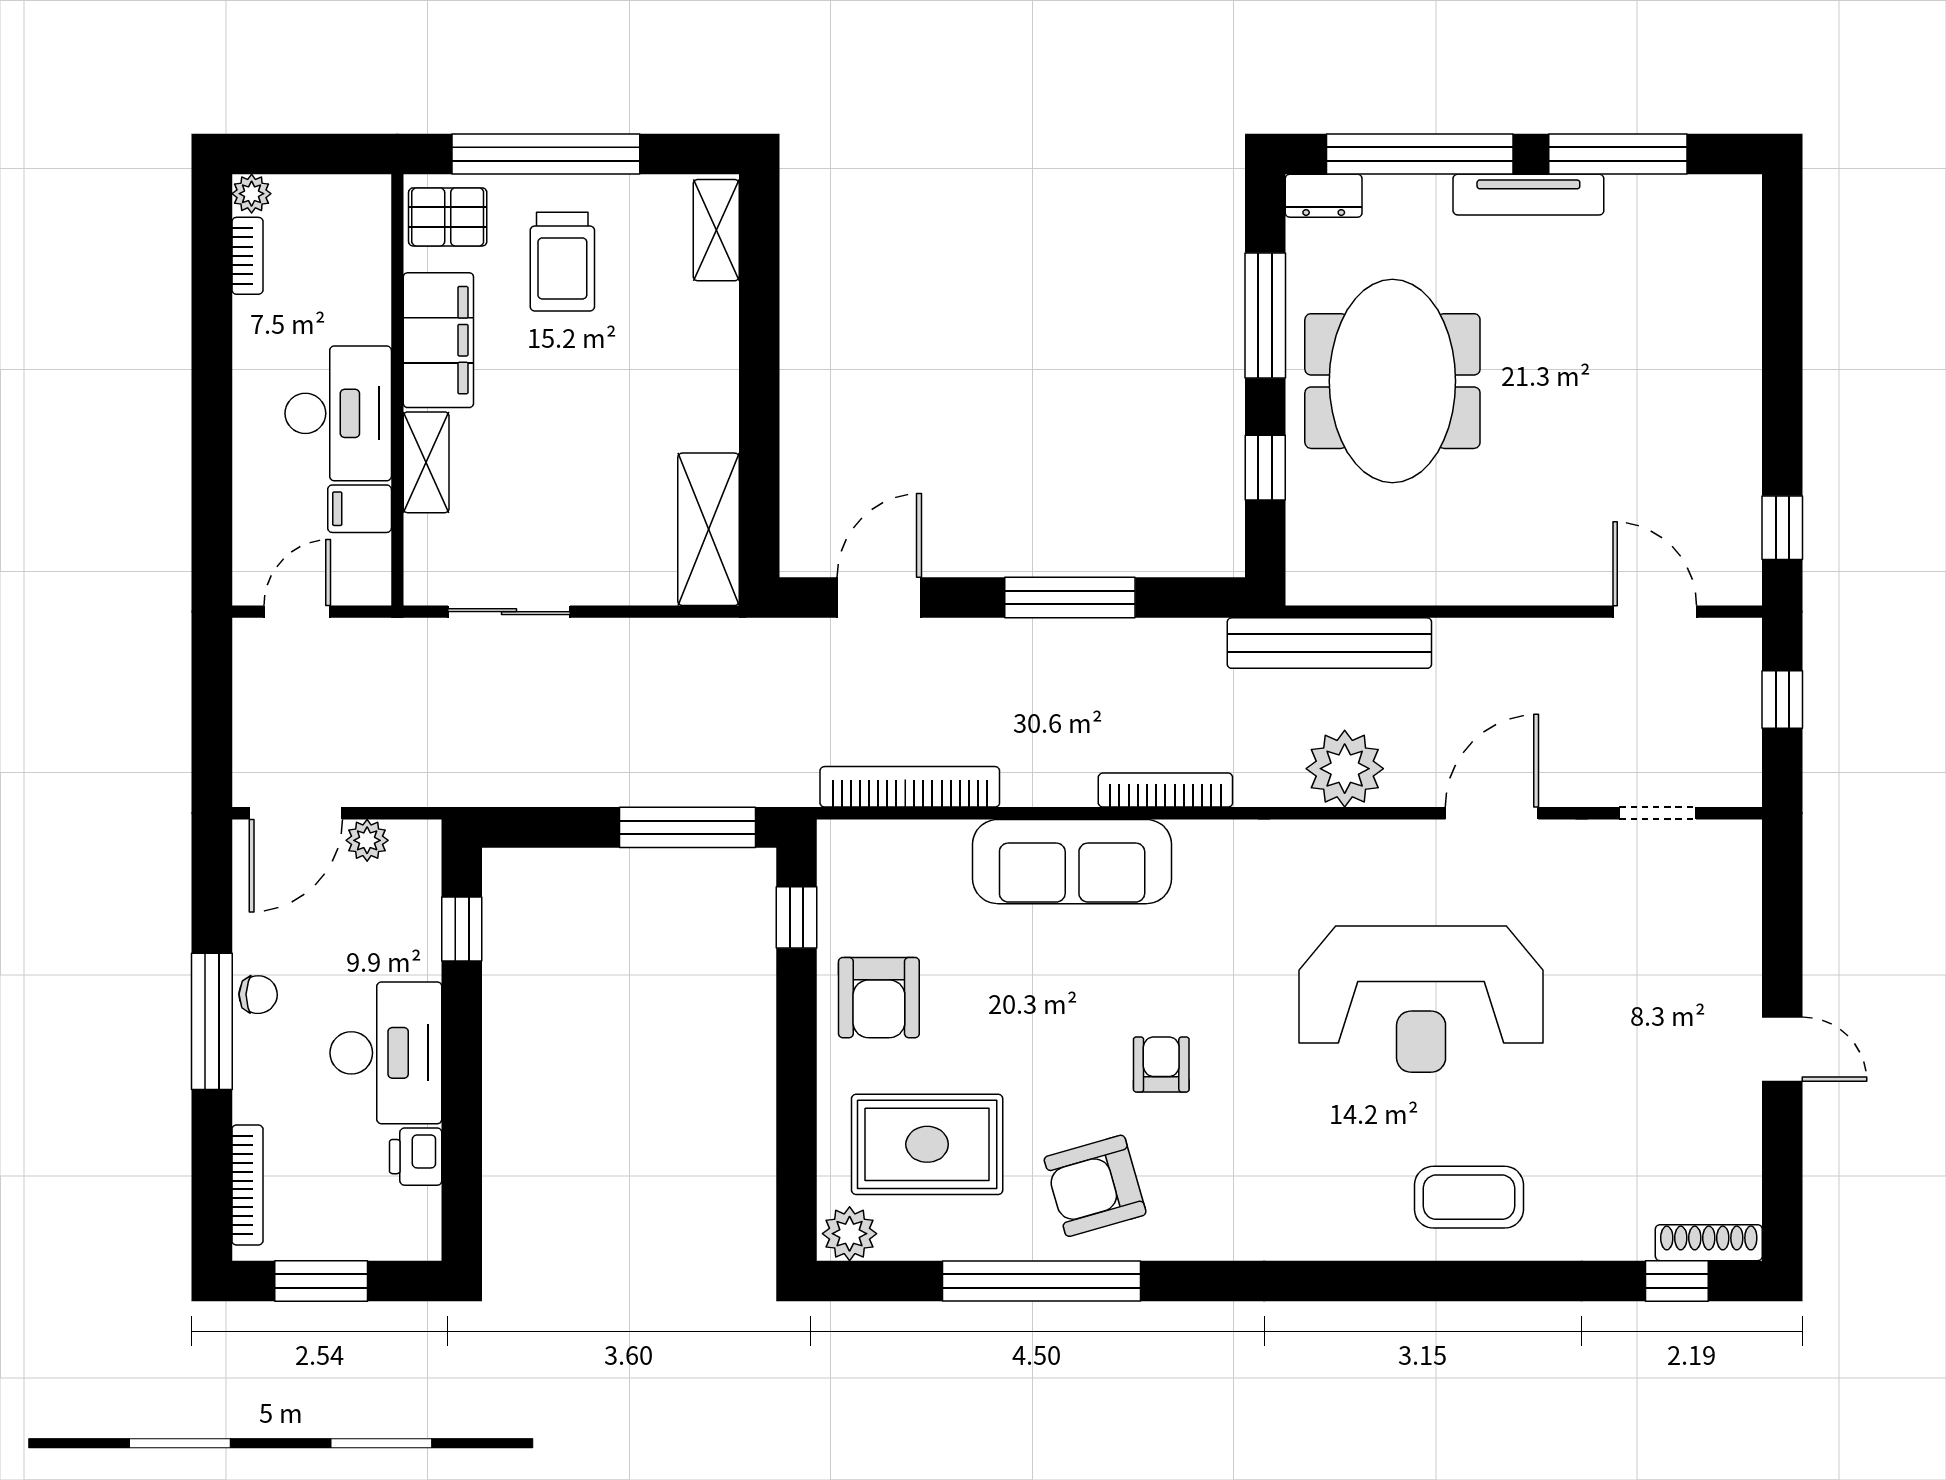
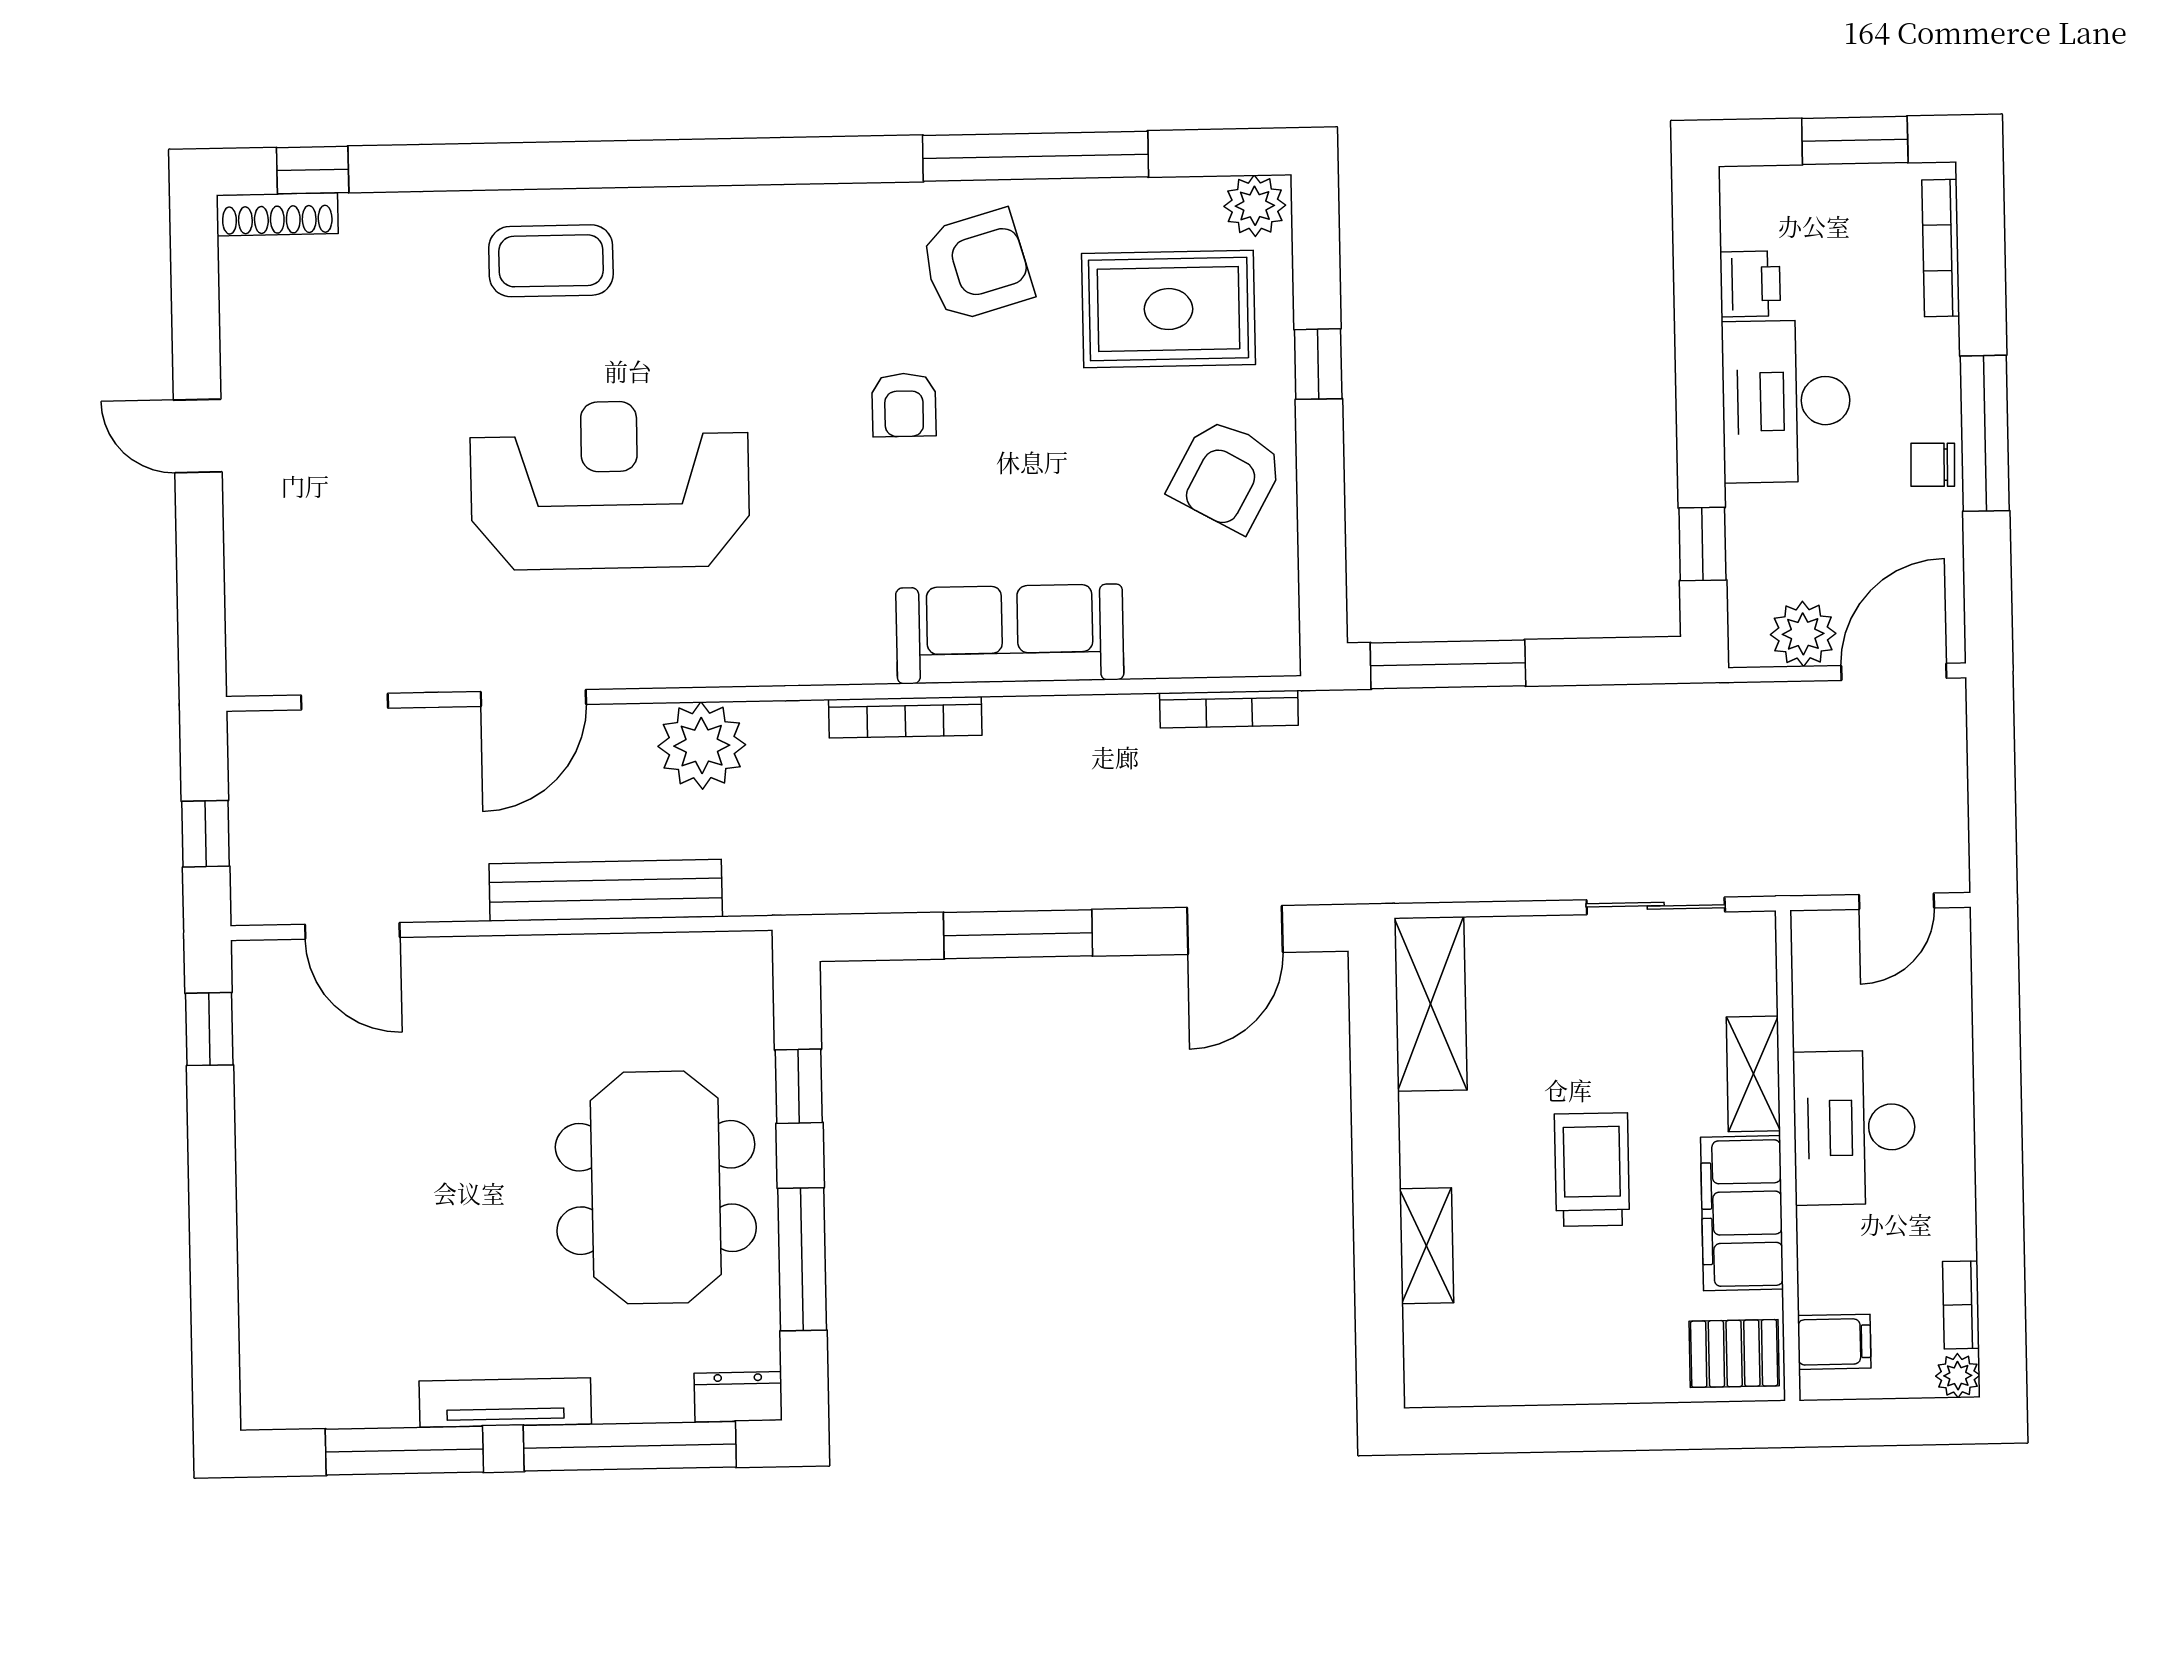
window: (546, 154) -> (1624, 1427), removed
shelving: (716, 230) -> (1427, 1246), moved
trolley: (562, 262) -> (1592, 1170), moved
filing cabinet: (360, 509) -> (1834, 1342), moved
bench: (1329, 643) -> (606, 890), moved
bookcase: (910, 787) -> (1229, 709), width x0.68, depth x0.76
plant: (367, 840) -> (1803, 634), width x1.38, depth x1.38
window: (796, 917) -> (1318, 364), moved
armchair: (879, 998) -> (1227, 475), turned -151

